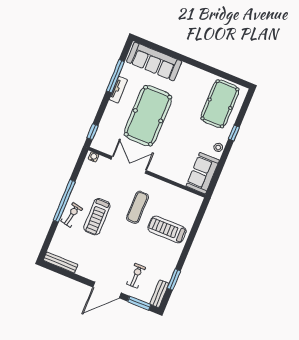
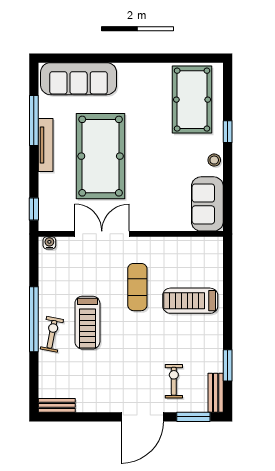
tv unit: (118, 90) -> (46, 145), width x1.41
bench: (61, 262) -> (57, 405), width x0.73

